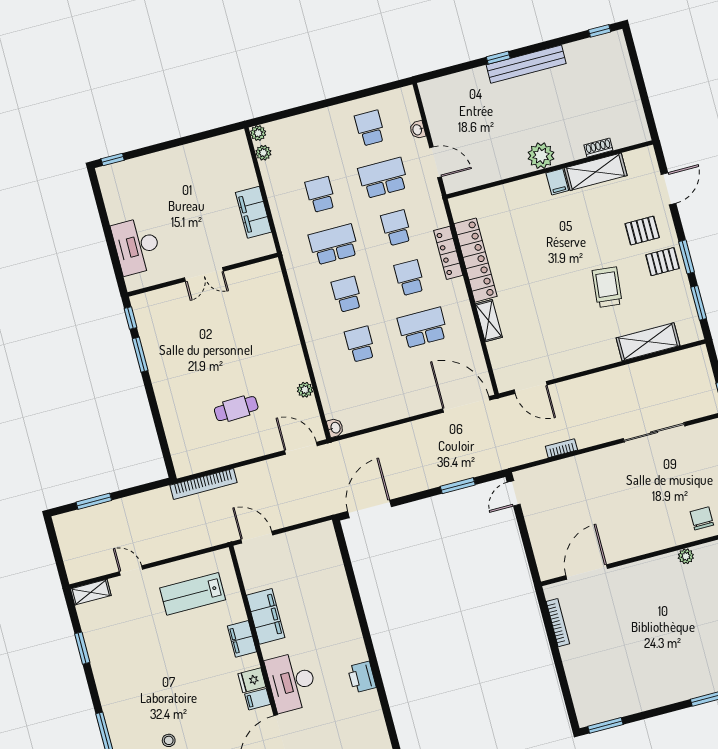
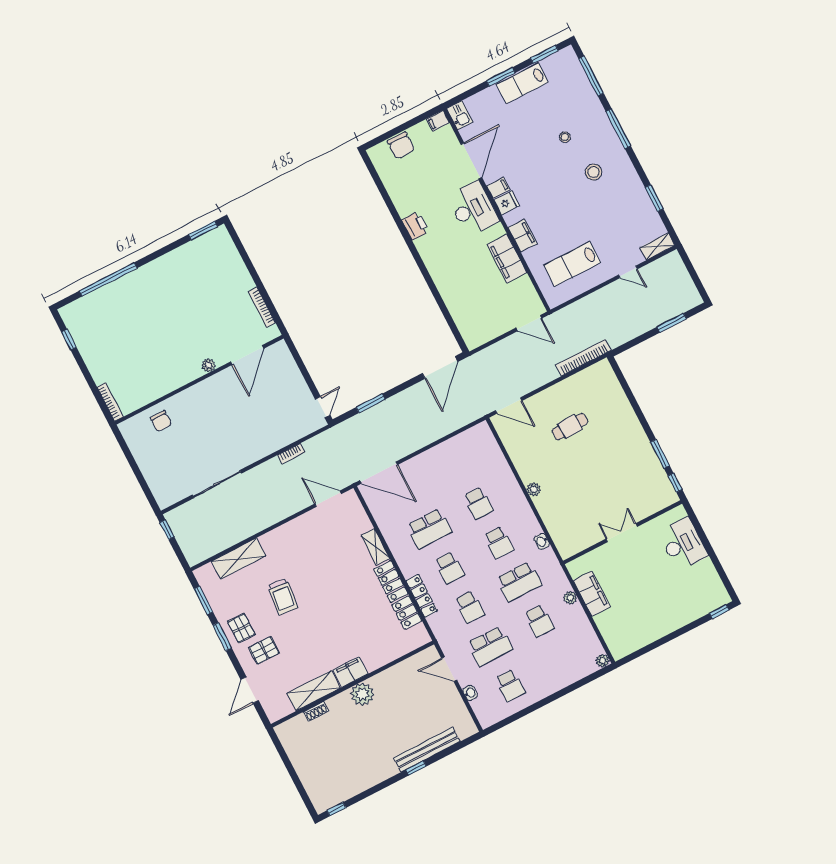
bench: (526, 64) -> (427, 750), moved
plant: (263, 153) -> (570, 598), moved
filing cabinet: (557, 182) -> (350, 672), width x2.00
pallet: (663, 262) -> (241, 628), turned 90
plant: (305, 390) -> (534, 489), moved
washbasin: (335, 428) -> (542, 541), moved
plant: (686, 556) -> (208, 365), moved
lab bench: (193, 594) -> (572, 264), turned 180
stool: (145, 693) -> (593, 172), added

